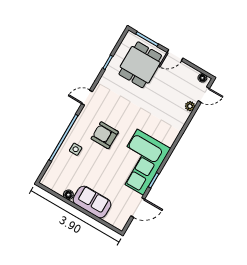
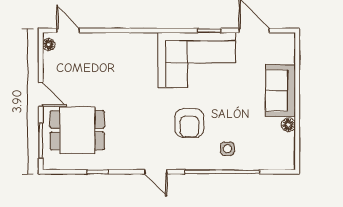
plant: (190, 106) -> (92, 39), removed

